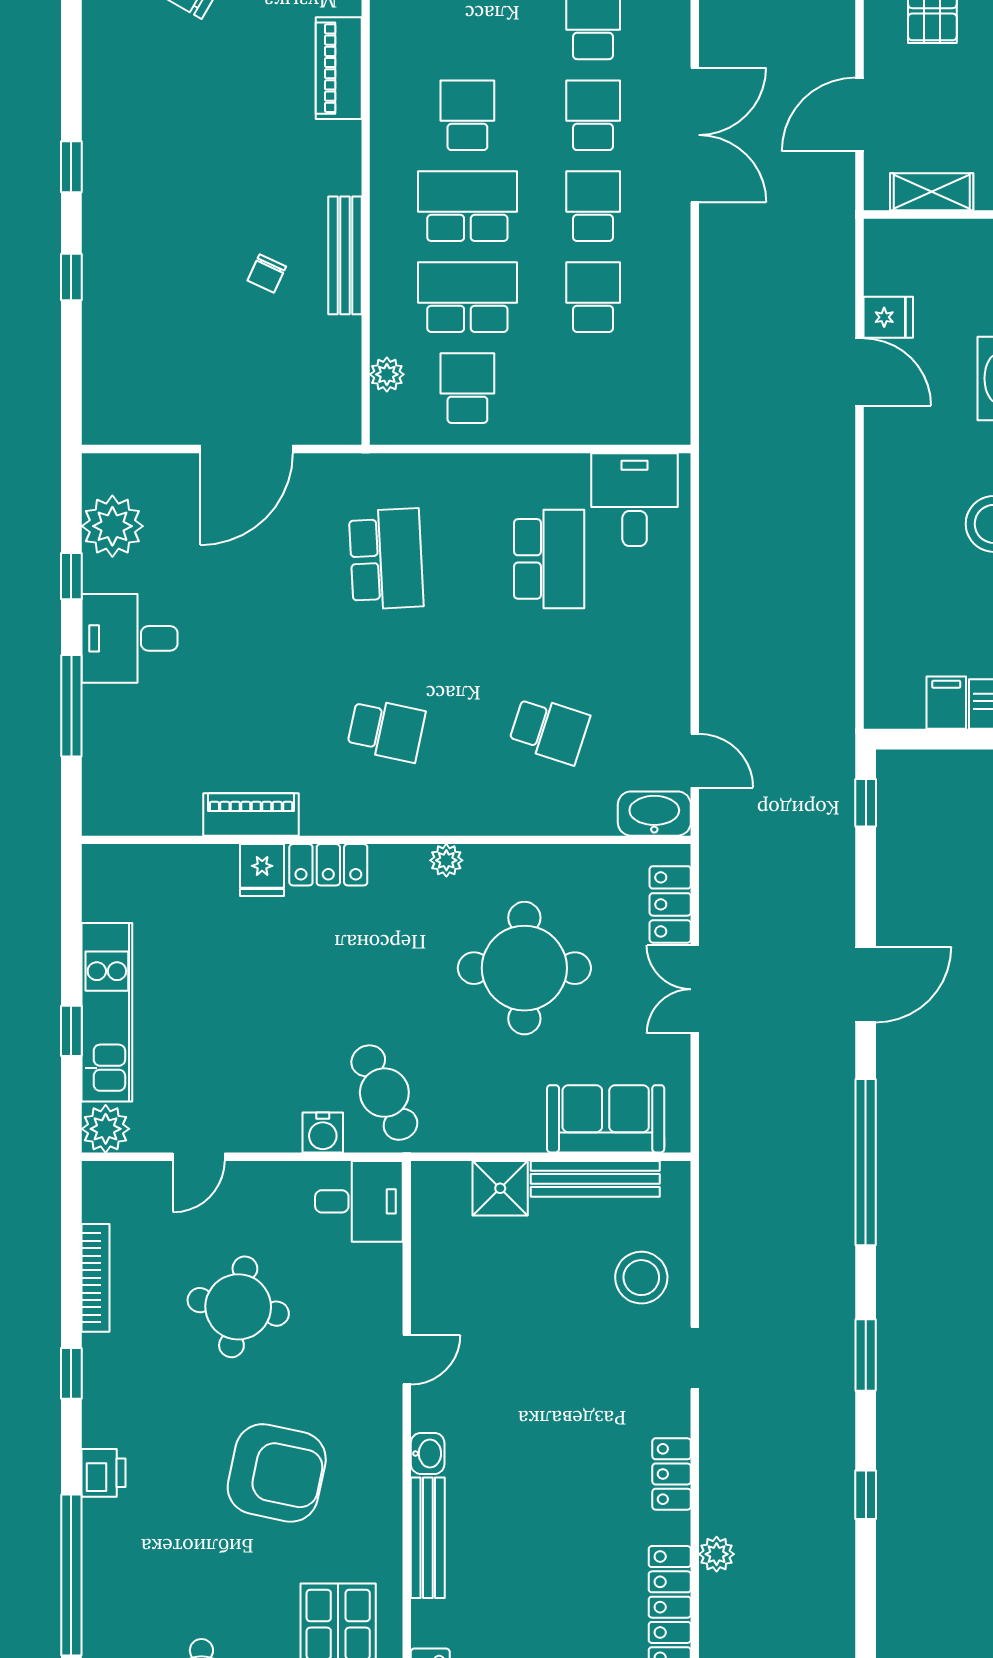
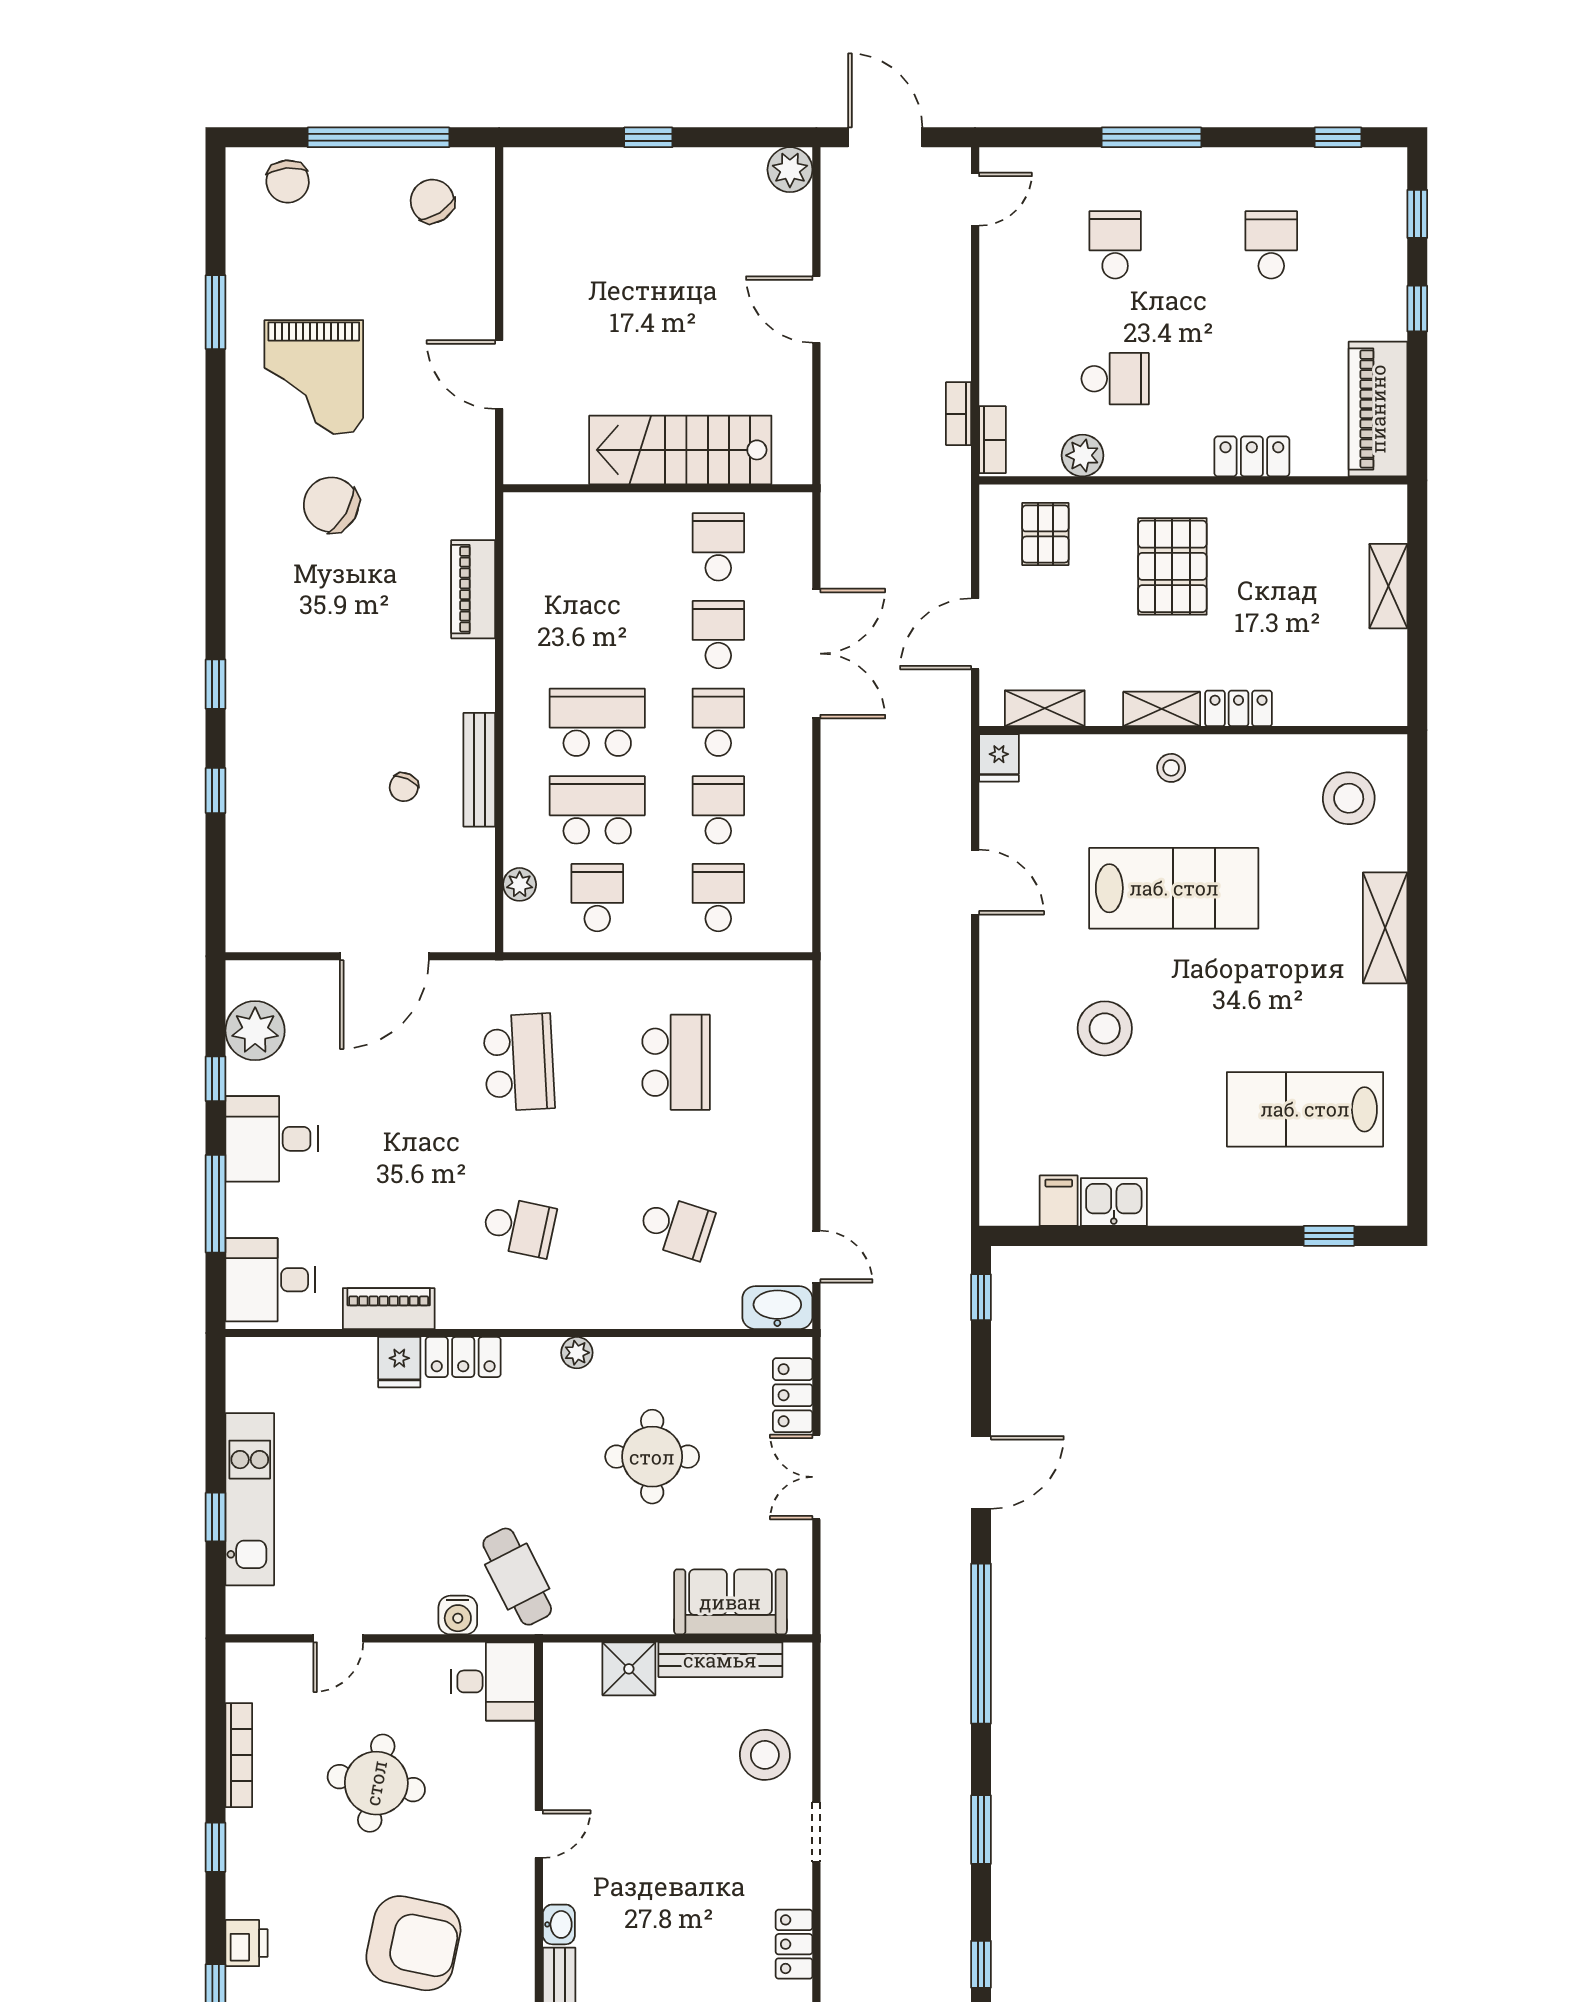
school desk: (467, 115) -> (718, 898), moved
fridge: (888, 317) -> (999, 758), moved, turned 90
desk: (635, 500) -> (270, 1280), moved, turned -90
round table: (524, 968) -> (652, 1457), width x0.73, depth x0.73
plant: (106, 1129) -> (248, 1611), removed

